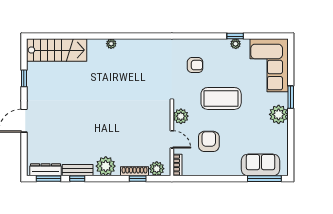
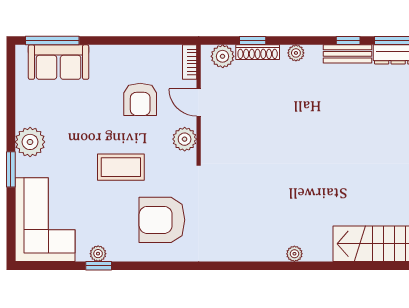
armchair: (195, 65) -> (162, 220), width x1.88, depth x1.88
coffee table: (221, 98) -> (121, 167), width x0.73, depth x0.76
plant: (106, 166) -> (296, 53), width x0.53, depth x0.53

